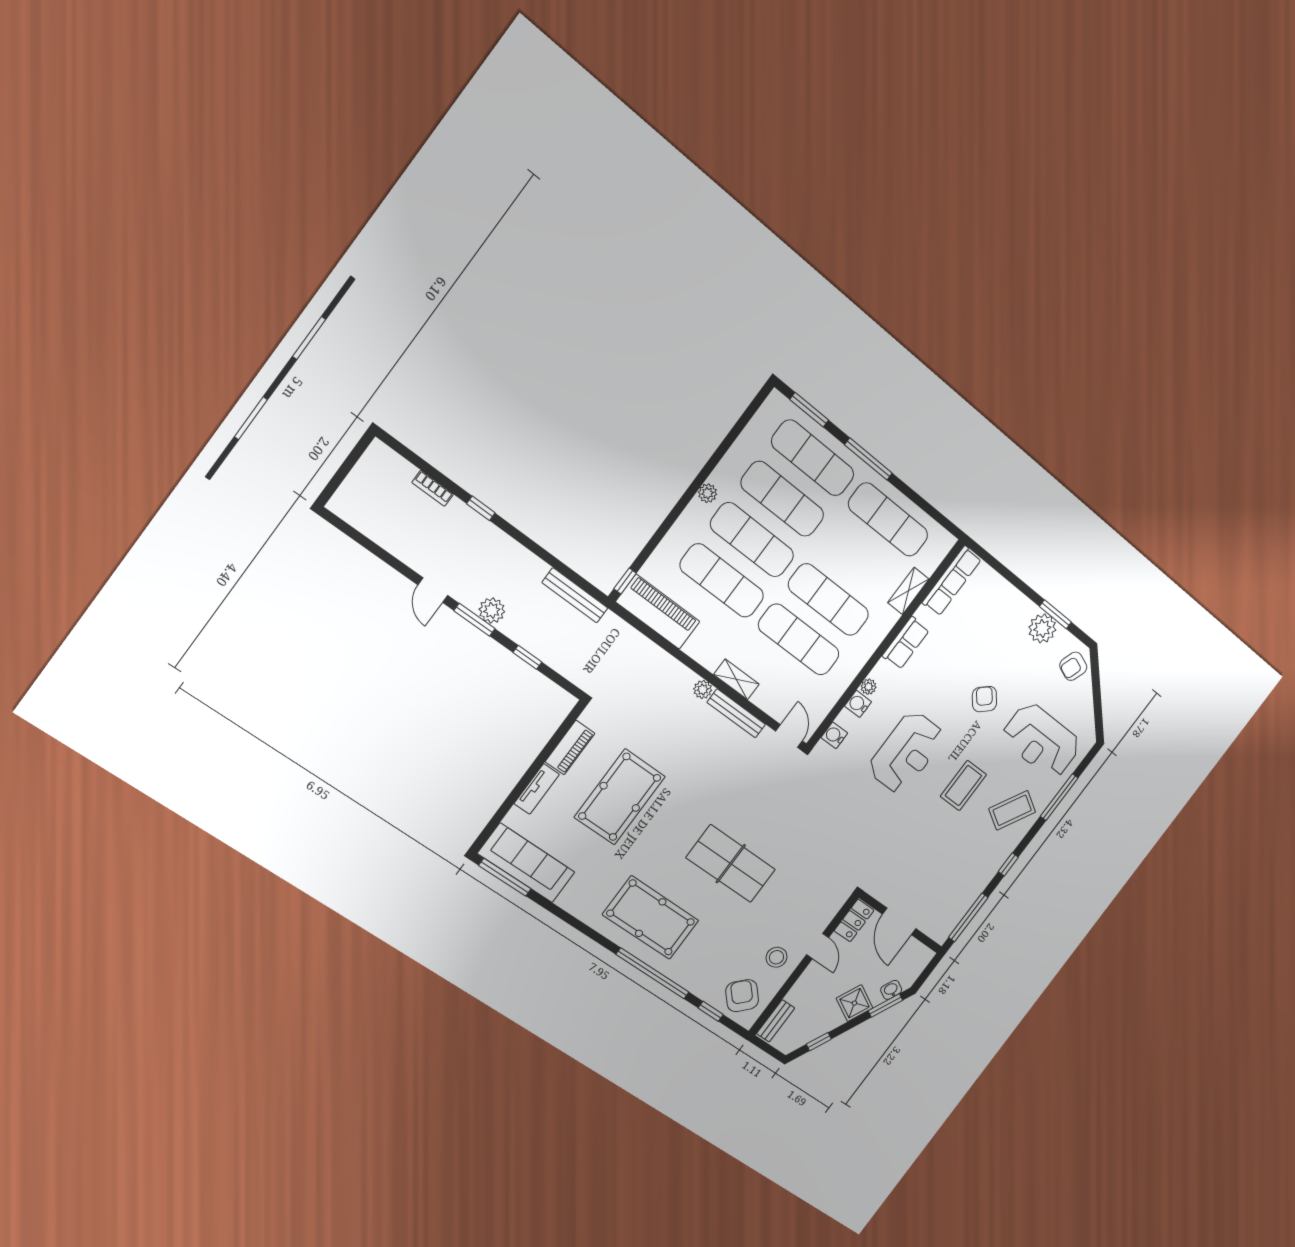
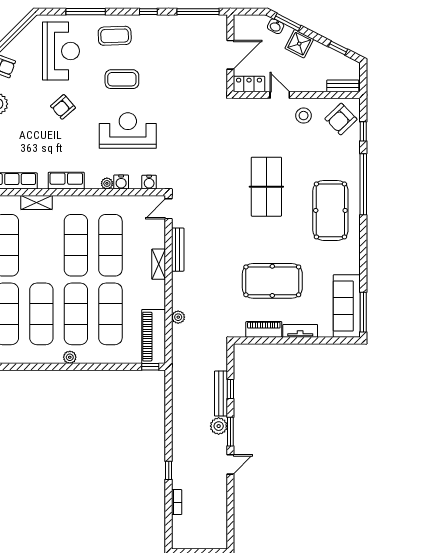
bench: (575, 595) -> (221, 394), moved
plant: (703, 690) -> (178, 317), moved
coffee table: (1012, 810) -> (115, 36), turned -32
door: (818, 946) -> (280, 95), hinge flipped

